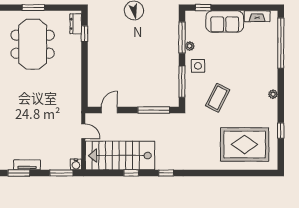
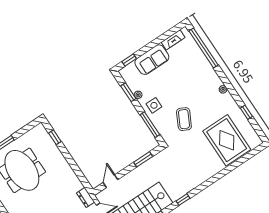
dresser: (76, 24) -> (86, 197), moved
window: (182, 37) -> (128, 92), width x0.69
window: (154, 110) -> (143, 159), width x0.69
rug: (245, 144) -> (227, 140), turned 90

